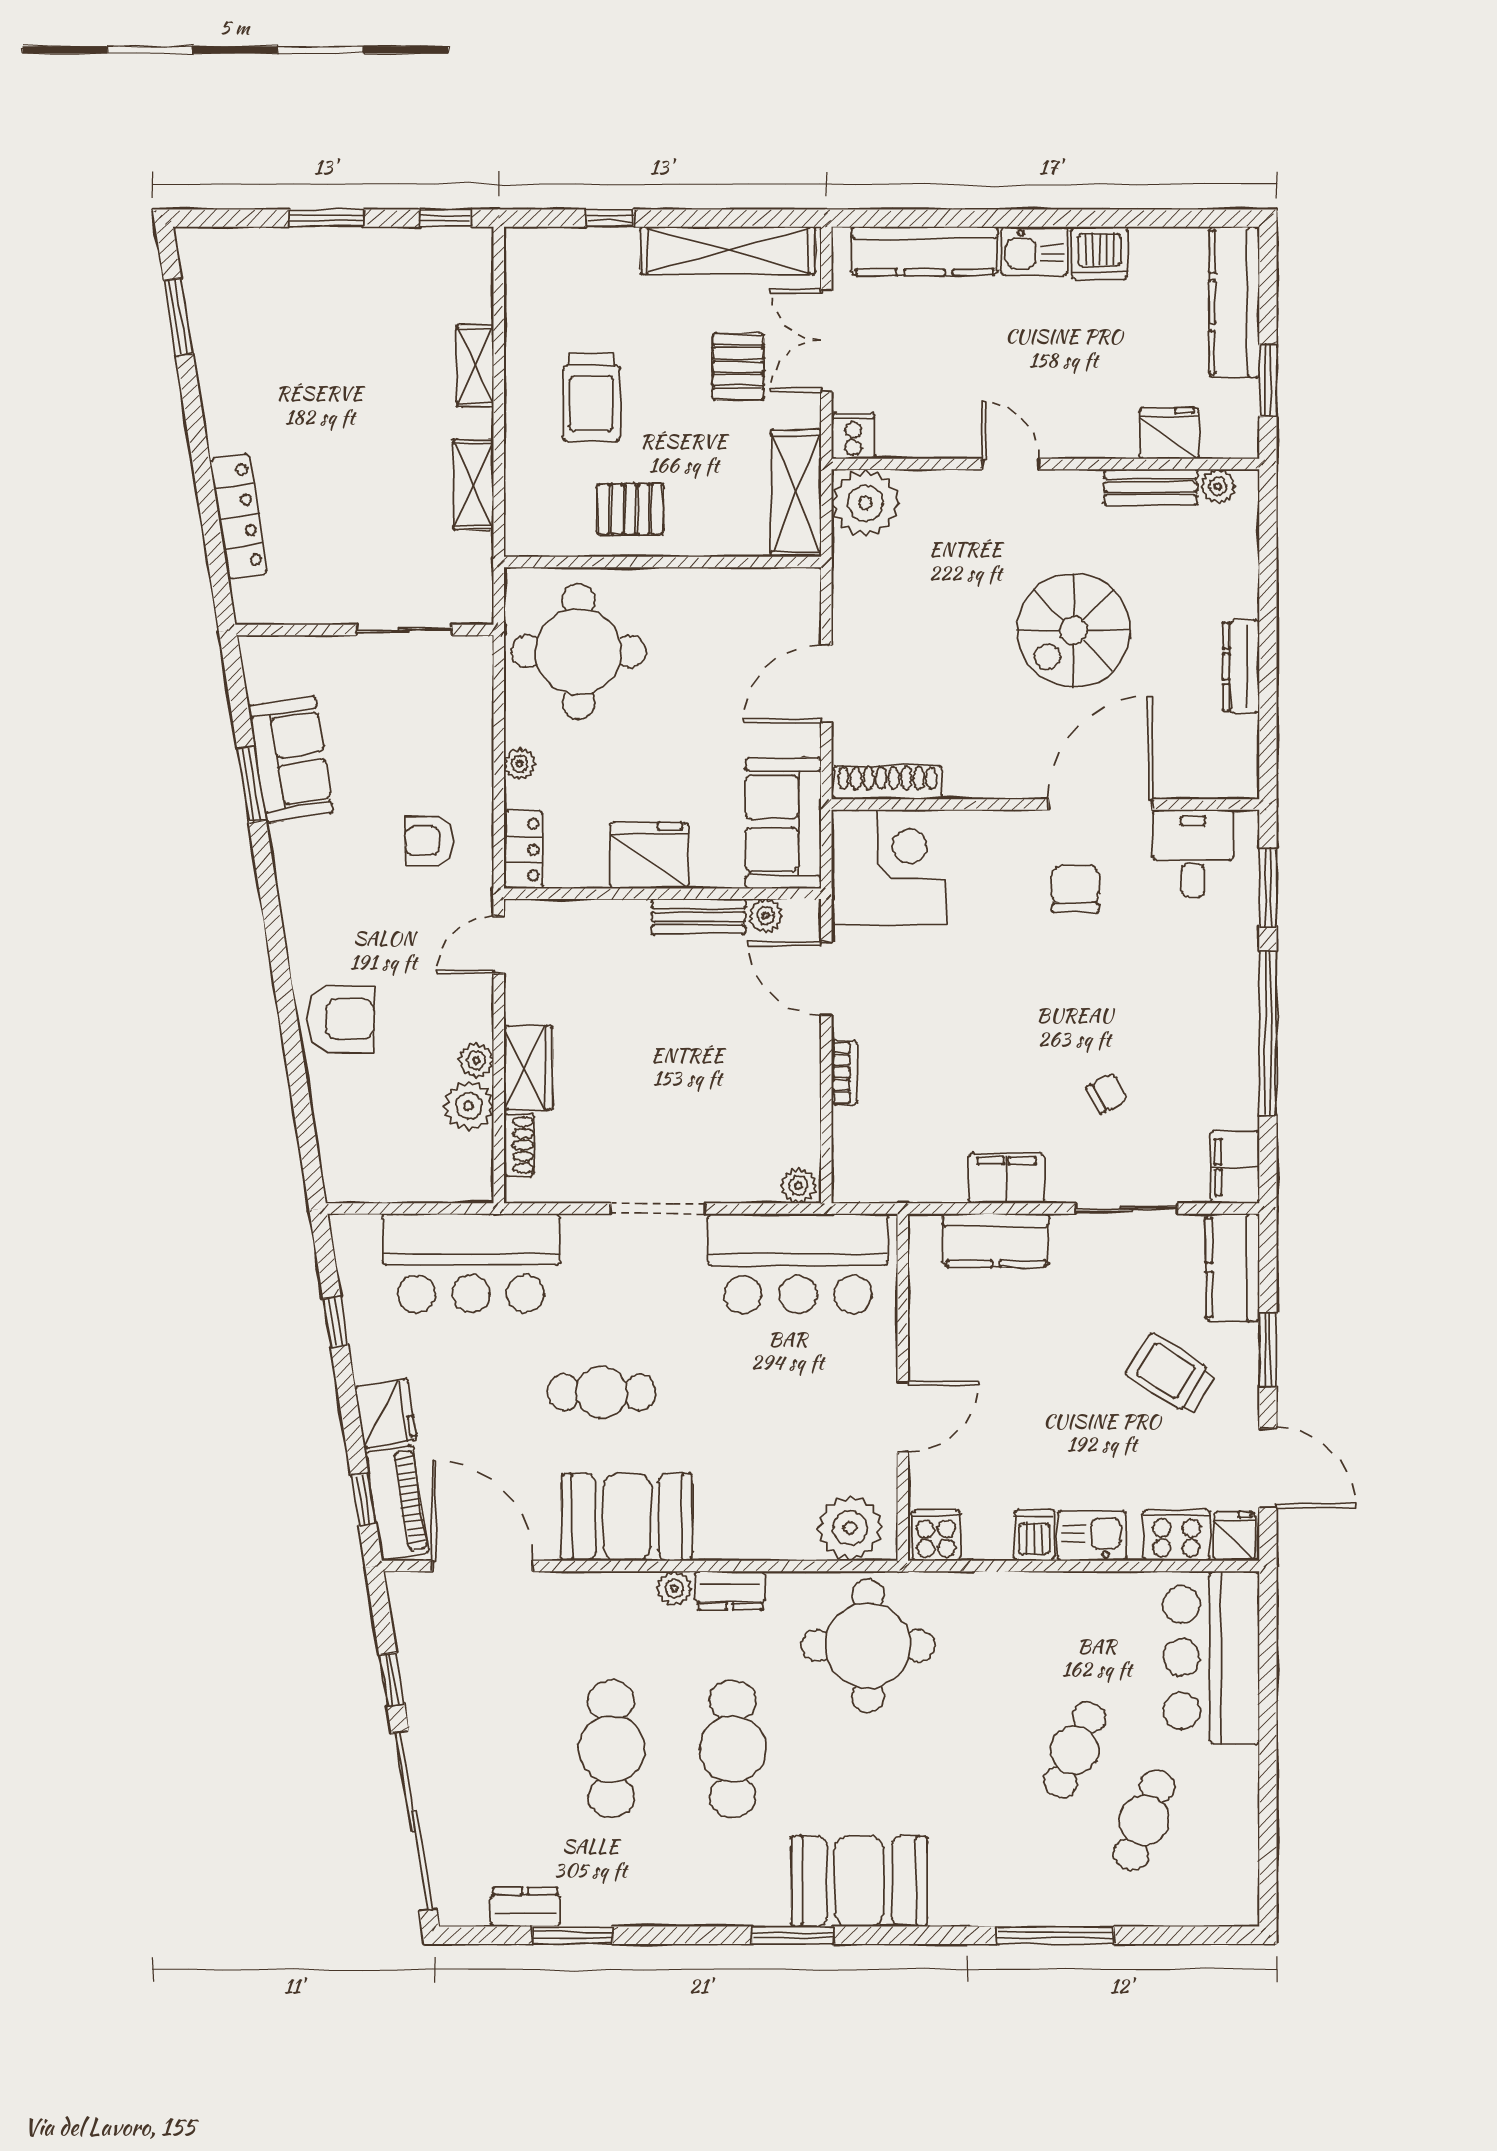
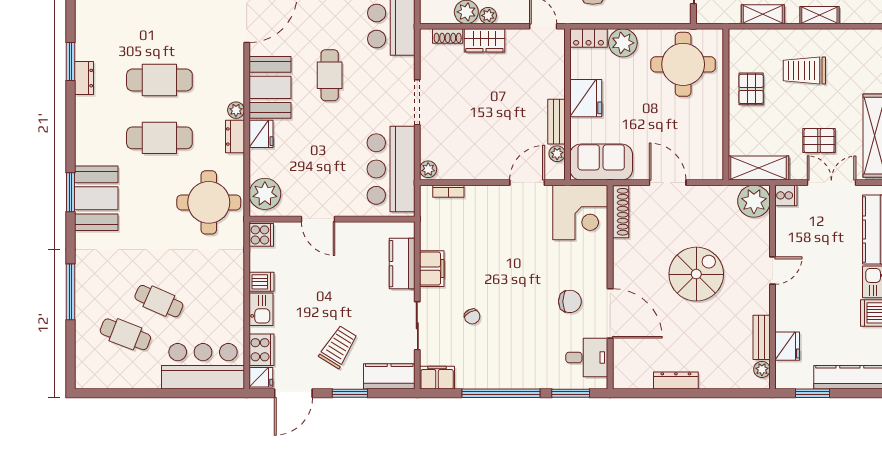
spiral stairs: (1074, 630) -> (696, 274), moved, turned 90
plant: (520, 764) -> (623, 43), width x1.88, depth x1.88
bookcase: (844, 1073) -> (448, 191), moved
fridge: (724, 1536) -> (261, 134), added
dresser: (525, 1907) -> (84, 78), moved
window: (793, 1935) -> (70, 192), moved

